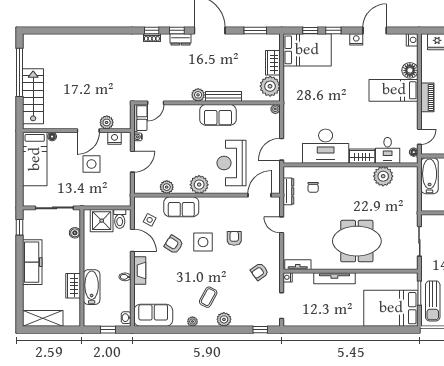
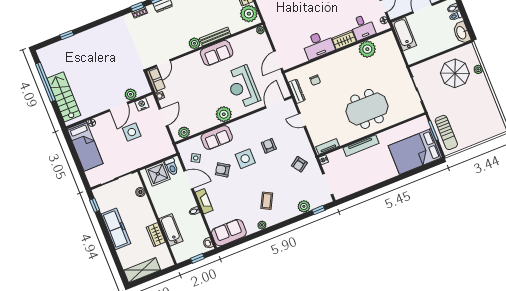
window: (63, 30) -> (67, 35), added
desk: (326, 146) -> (318, 45), width x0.73, depth x0.77
plant: (167, 187) -> (184, 132), moved
plant: (224, 319) -> (304, 206), moved

